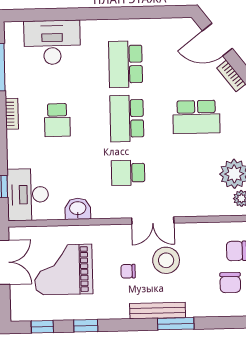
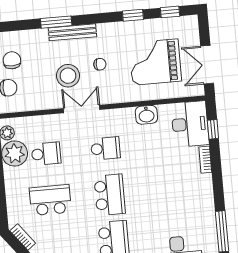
bookcase: (12, 114) -> (205, 160), moved
school desk: (57, 120) -> (46, 154), moved, turned 90
grand piano: (63, 270) -> (155, 62), turned 180

